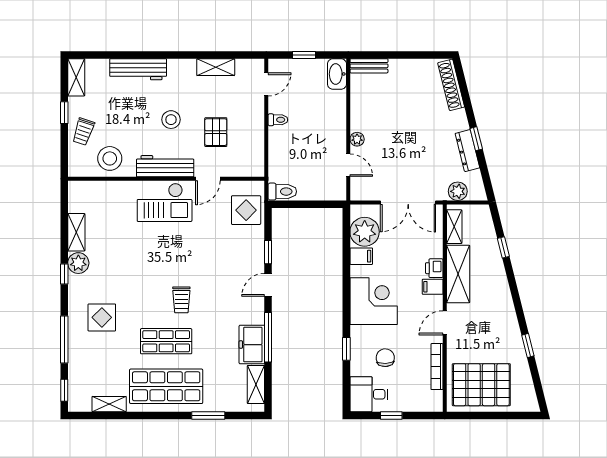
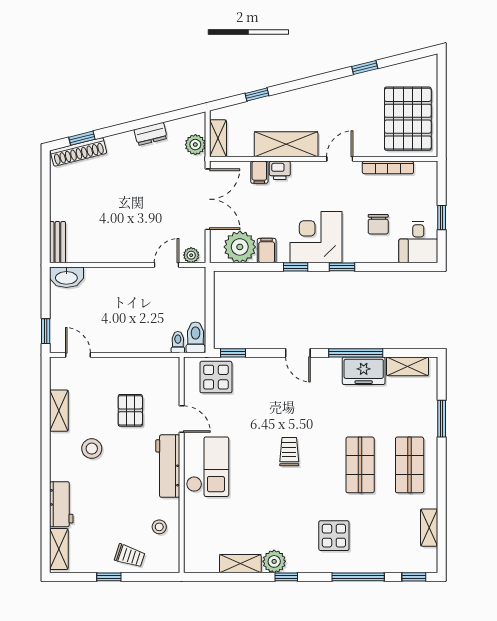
window: (304, 55) -> (46, 331), moved
workbench: (138, 69) -> (61, 504), width x0.73
shelving: (76, 77) -> (59, 549), moved, turned 90
stool: (171, 120) -> (92, 449), moved
toilet: (278, 120) -> (178, 342), moved
pallet: (216, 132) -> (130, 410), turned 90
plant: (357, 139) -> (191, 255), moved
window: (476, 139) -> (82, 138), moved
dresser: (467, 151) -> (151, 134), width x0.70
stool: (110, 158) -> (159, 527), width x0.53, depth x0.53
shelving: (454, 227) -> (218, 138), moved, turned 90
window: (268, 252) -> (233, 353), moved
window: (346, 283) -> (296, 267), added
filing cabinet: (433, 287) -> (259, 172), moved
trolley: (181, 300) -> (289, 452), moved, turned -90
door: (445, 323) -> (340, 159), swing flipped
window: (346, 349) -> (342, 267), moved
chair: (385, 358) -> (378, 224), turned -87
shop shelf: (166, 386) -> (410, 465), width x0.70, depth x0.74

